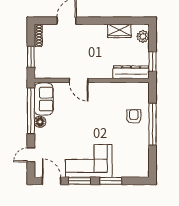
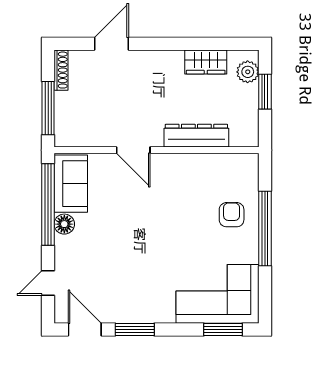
window: (31, 57) -> (48, 108), width x1.44
window: (153, 62) -> (265, 92), moved
dresser: (131, 72) -> (196, 136), moved
corner sofa: (89, 161) -> (218, 294), moved
window: (111, 181) -> (223, 329), moved

